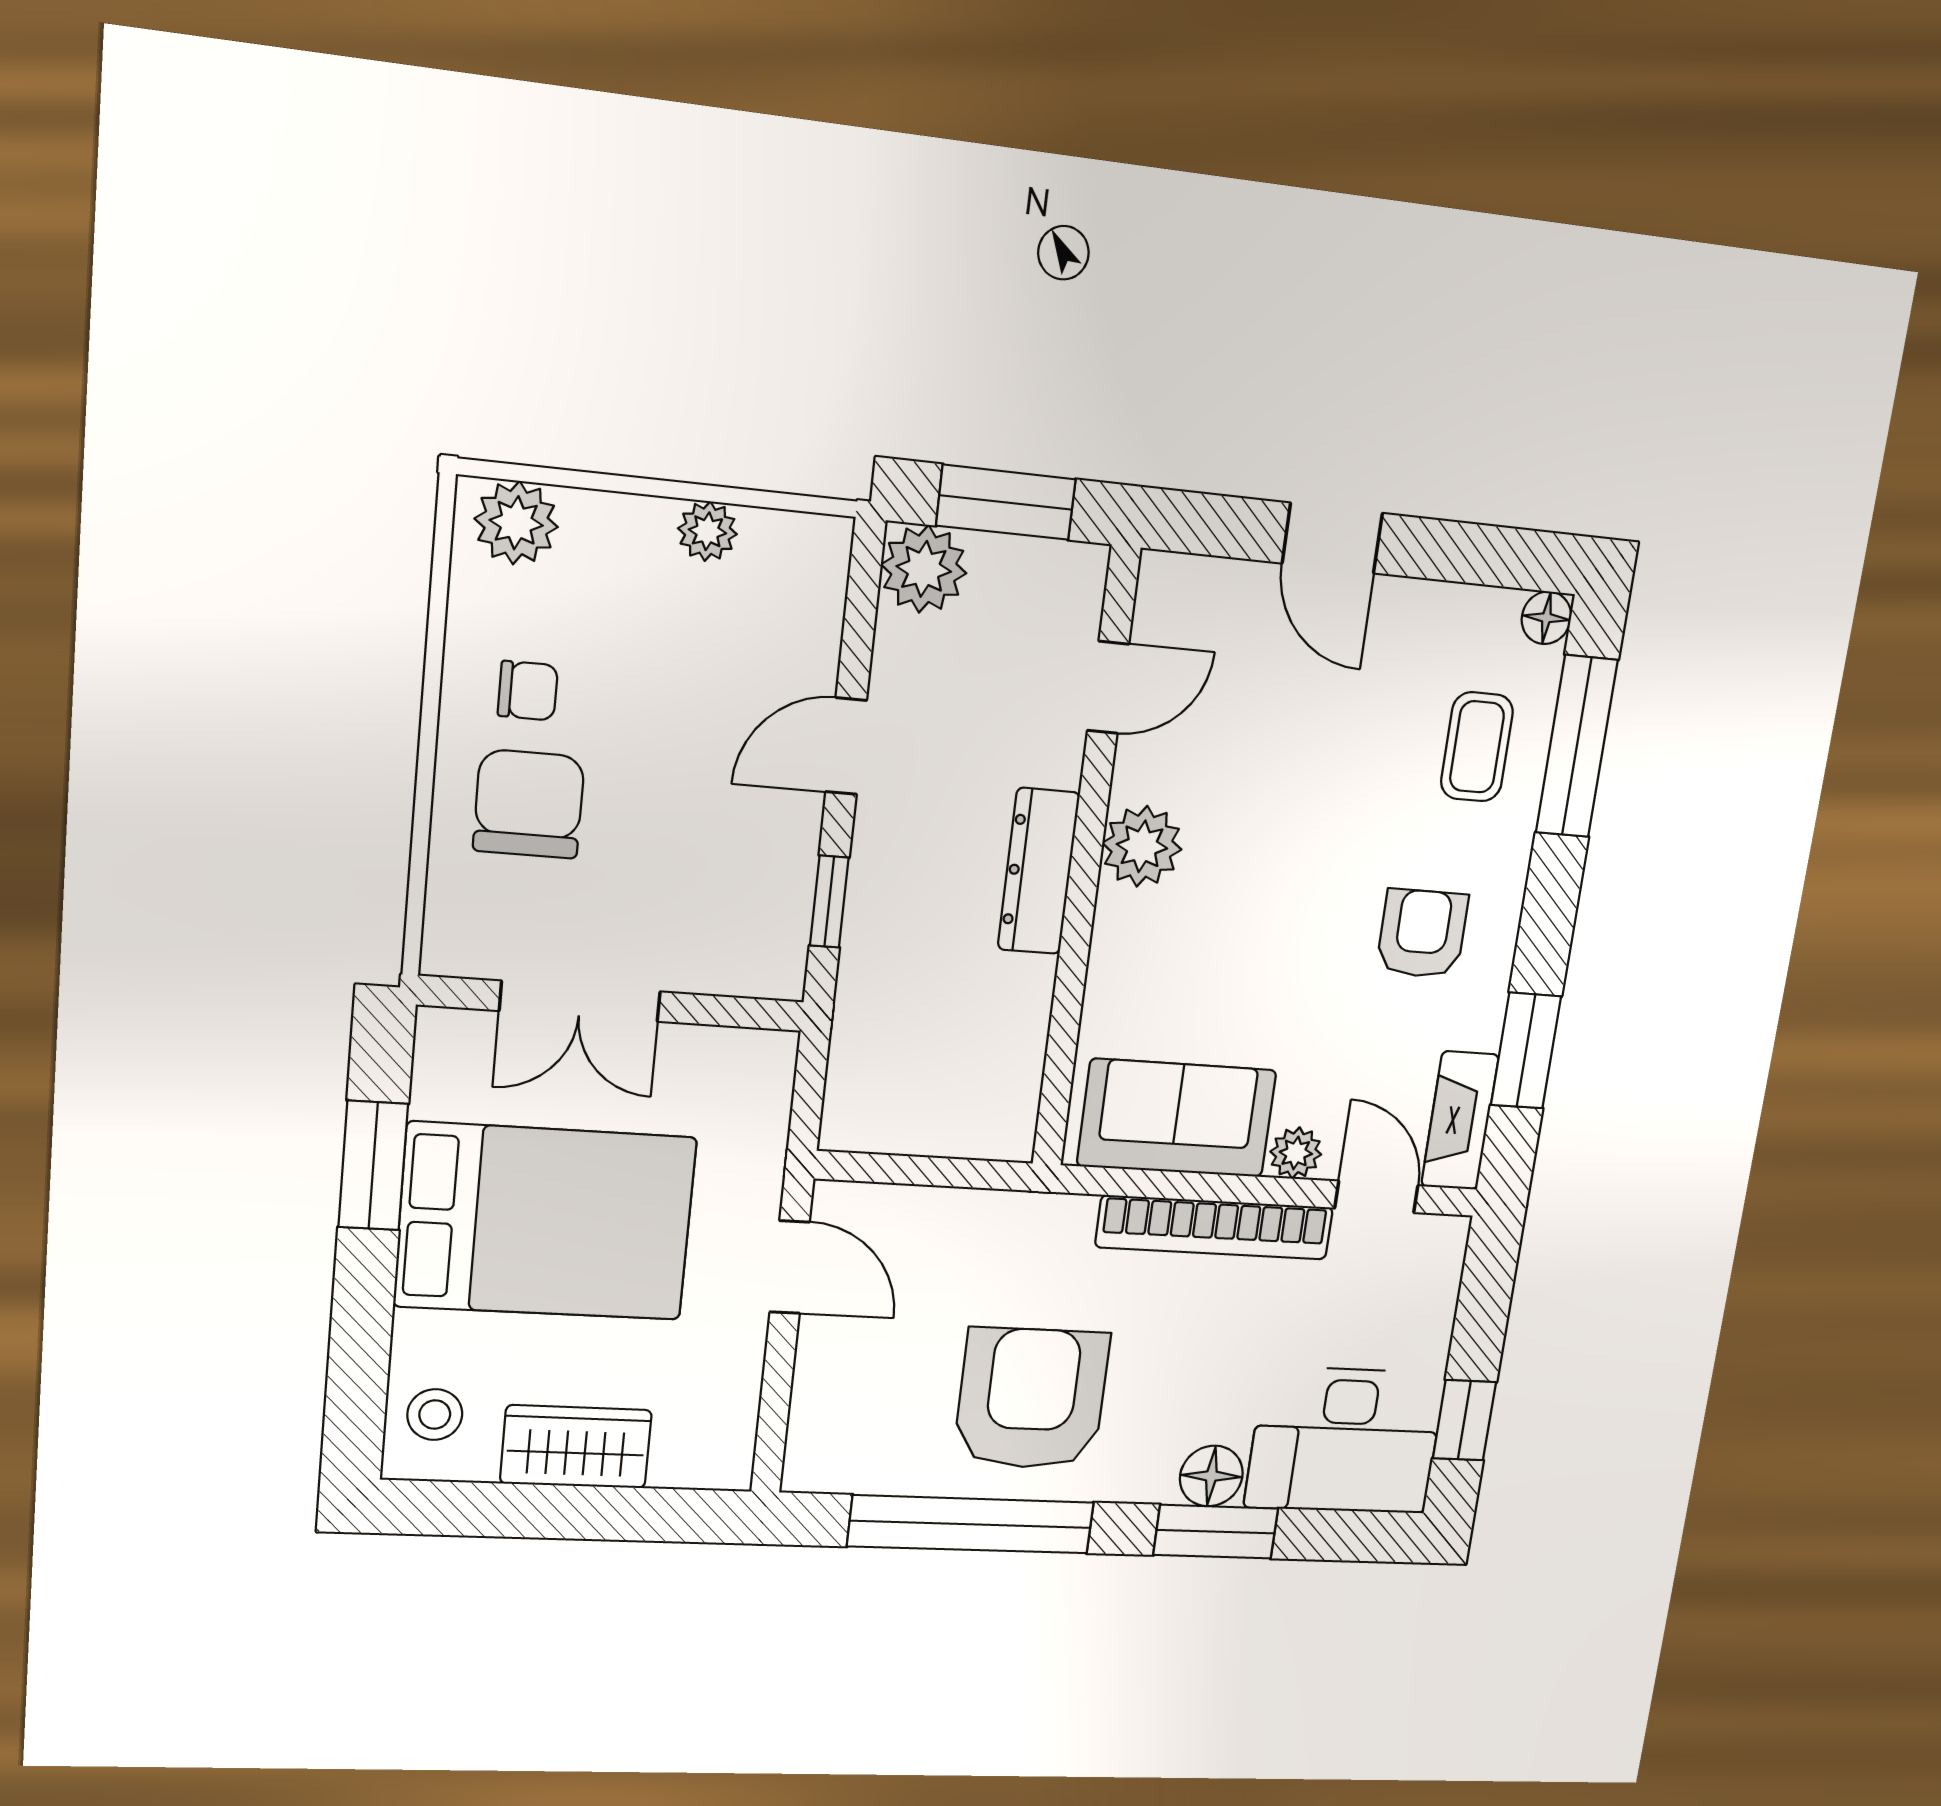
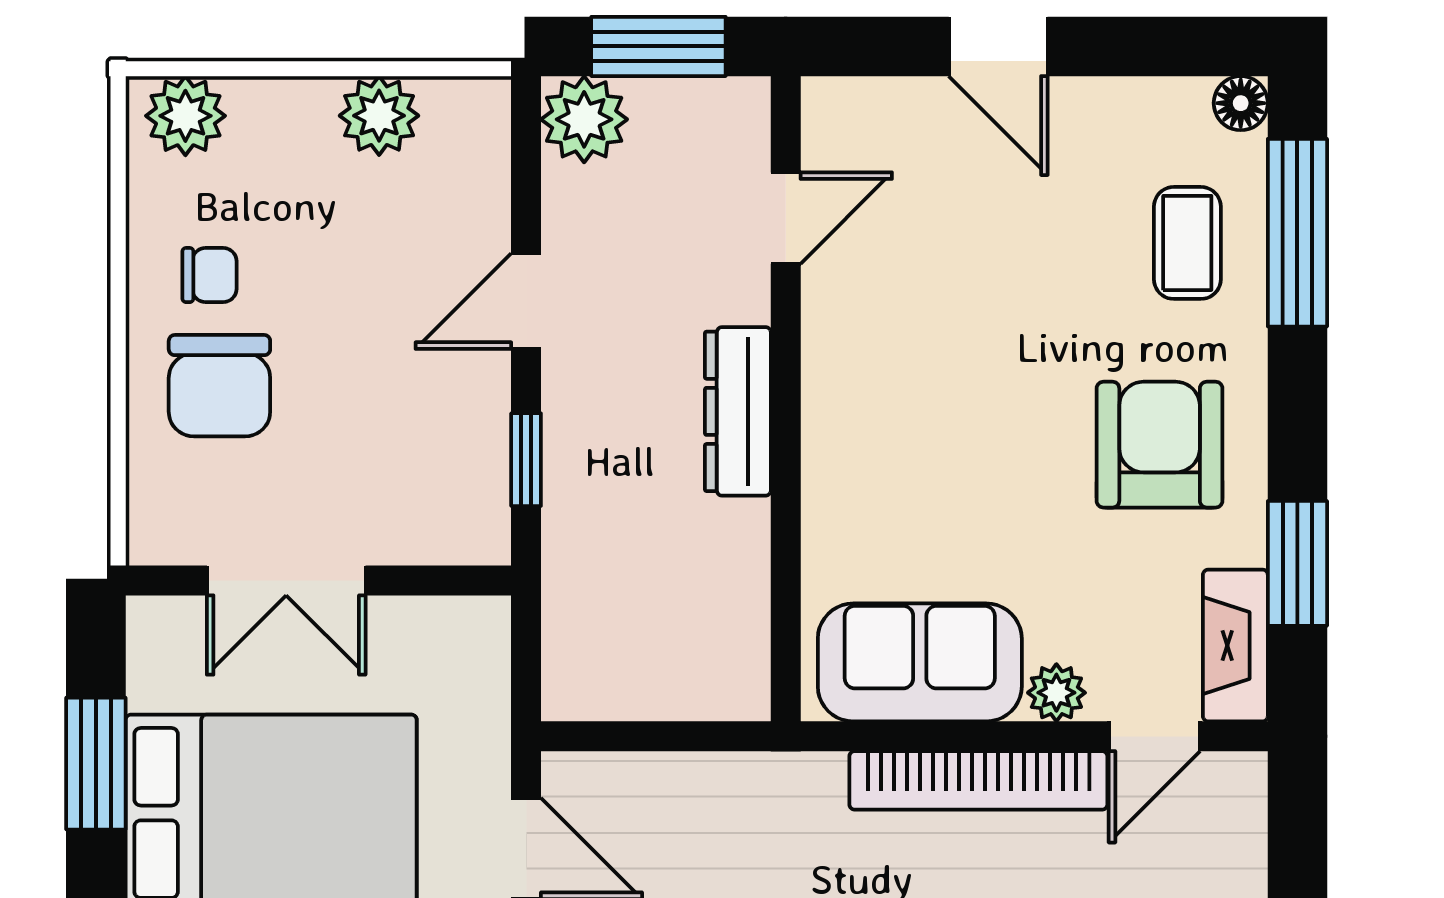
plant: (707, 531) -> (379, 116), width x1.38, depth x1.38
chair: (529, 804) -> (219, 386), turned 180
plant: (1142, 846) -> (843, 377), removed
armchair: (1422, 934) -> (1160, 445), width x1.38, depth x1.38
door: (1376, 1197) -> (1154, 736), swing flipped

